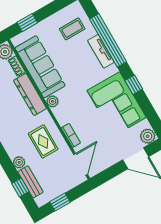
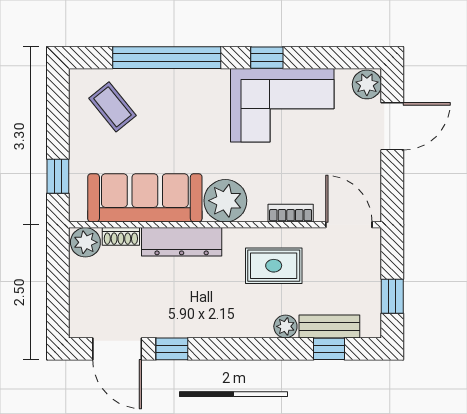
coffee table: (72, 29) -> (112, 107), turned -39
tv unit: (101, 51) -> (178, 80), removed
plant: (53, 101) -> (225, 201), width x1.87, depth x1.87

